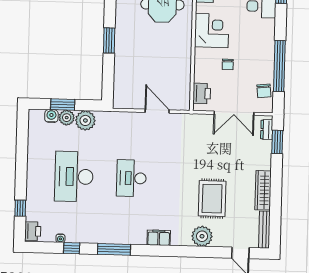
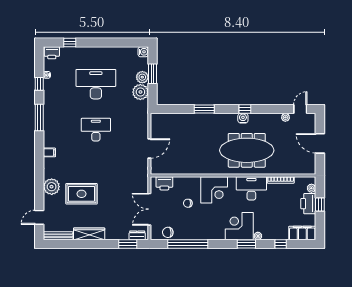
water cooler: (51, 116) -> (143, 52), moved
filing cabinet: (159, 238) -> (49, 152), width x0.50

